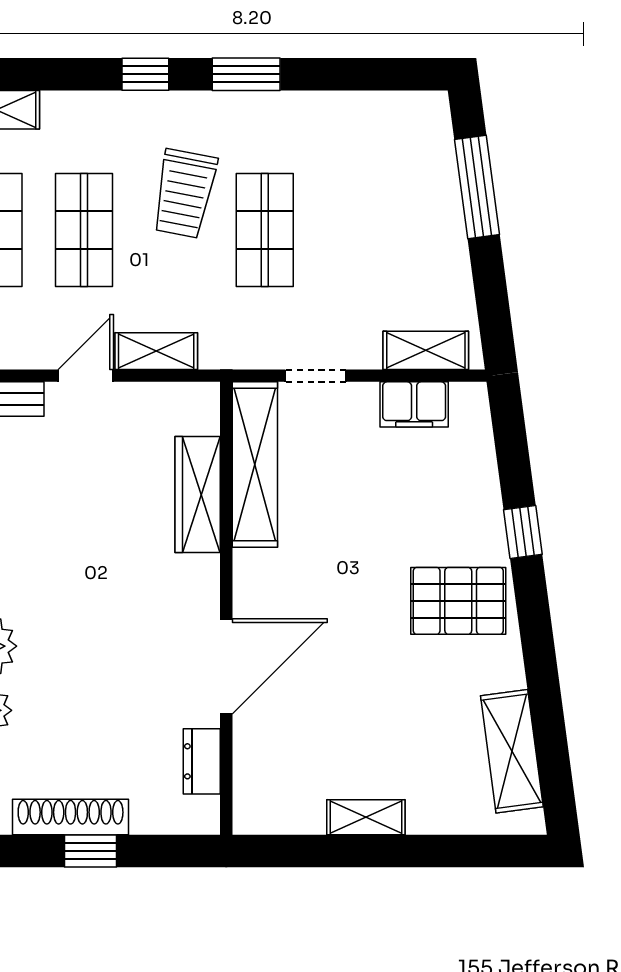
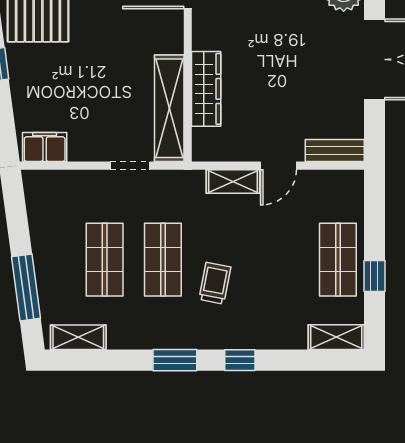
trolley: (184, 194) -> (215, 283), width x0.73, depth x0.72
shop shelf: (84, 230) -> (105, 260), moved
shelving: (426, 350) -> (78, 337), moved
filing cabinet: (414, 404) -> (45, 147), moved

